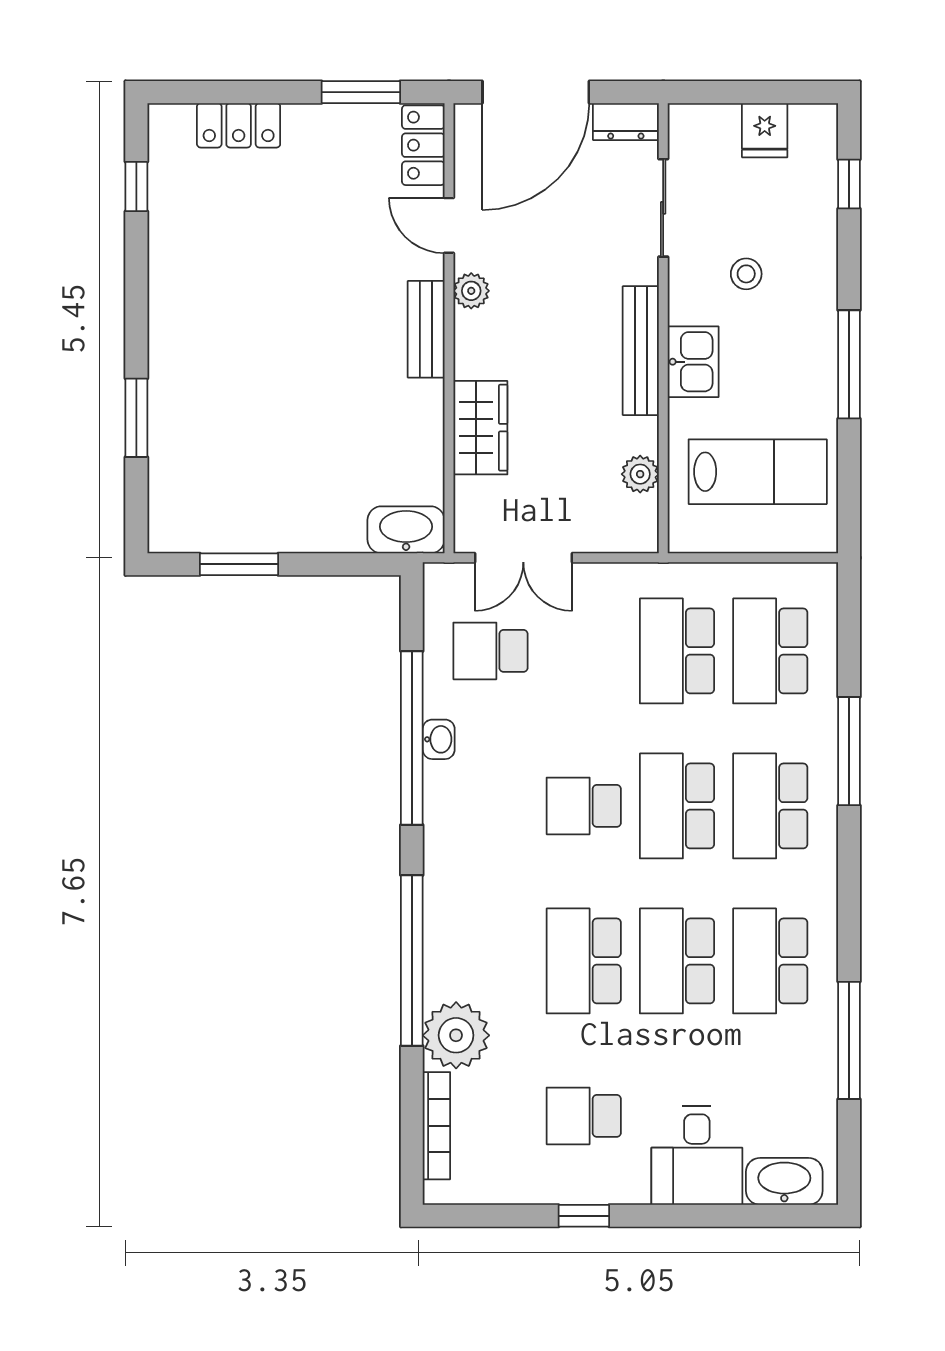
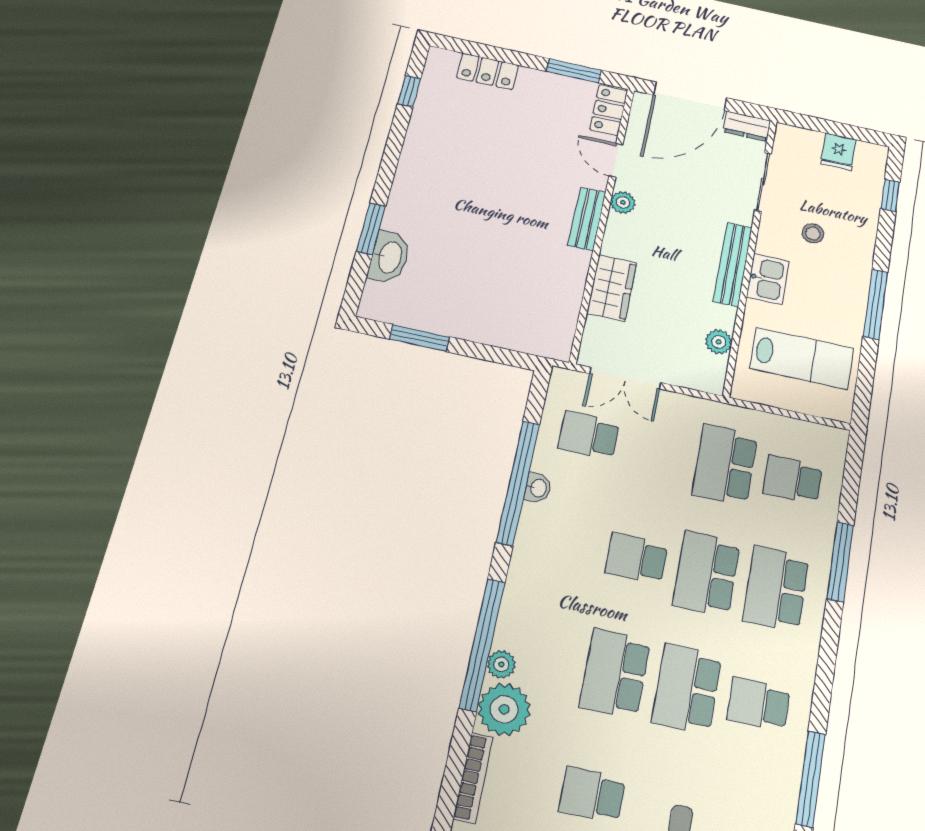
washbasin: (406, 530) -> (389, 257), moved, turned 90
school desk: (770, 651) -> (793, 479), width x0.54
school desk: (770, 961) -> (759, 704), width x0.54
plant: (441, 980) -> (501, 664), added

